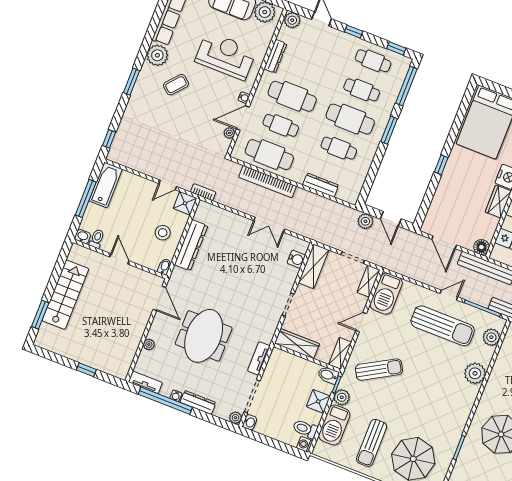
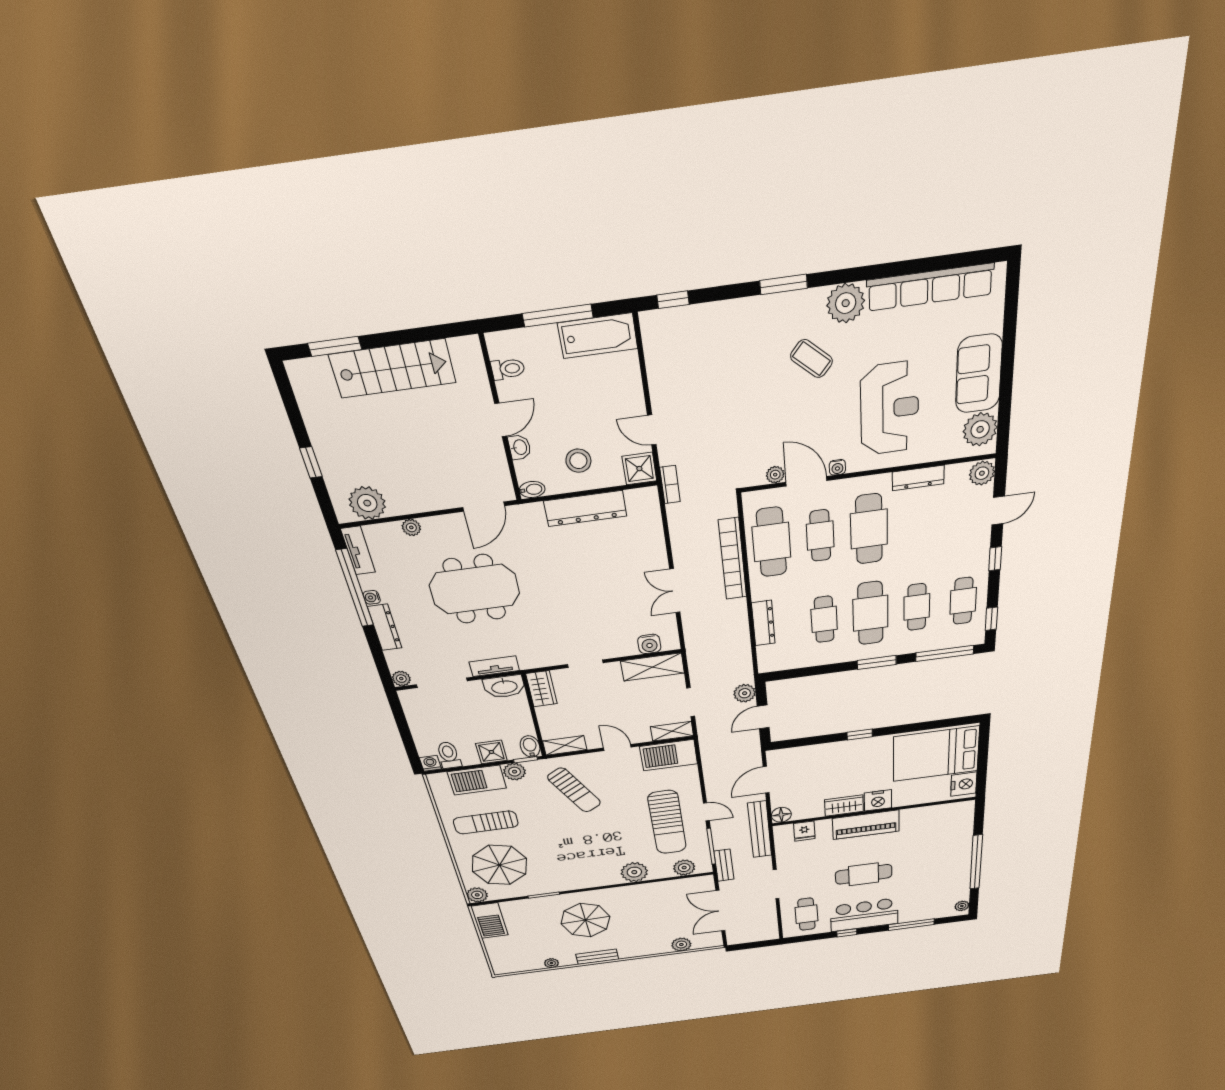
washbasin: (83, 237) -> (520, 447), moved
wardrobe: (297, 344) -> (541, 689), width x0.67
plant: (123, 358) -> (367, 503), added
washbasin: (250, 422) -> (504, 687), moved, width x1.91, depth x1.45

